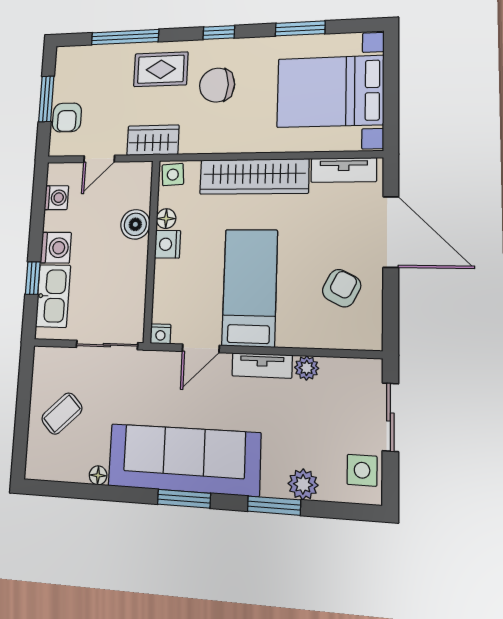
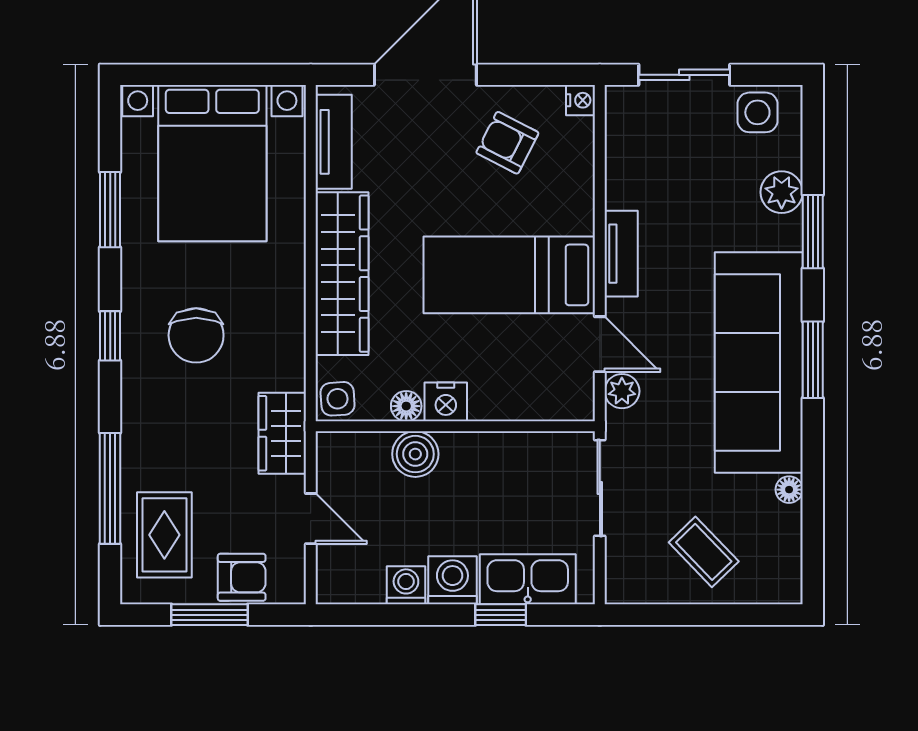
rug: (161, 69) -> (164, 535), moved
washing machine: (56, 198) -> (406, 585), moved
nightstand: (160, 334) -> (580, 100), moved
plant: (307, 368) -> (622, 391), moved

